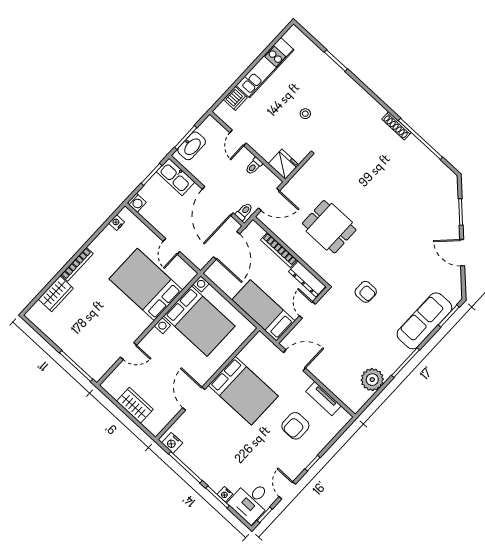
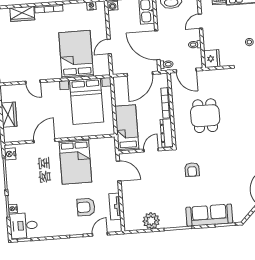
door: (218, 201) -> (157, 45), hinge flipped
door: (287, 490) -> (100, 234), moved

